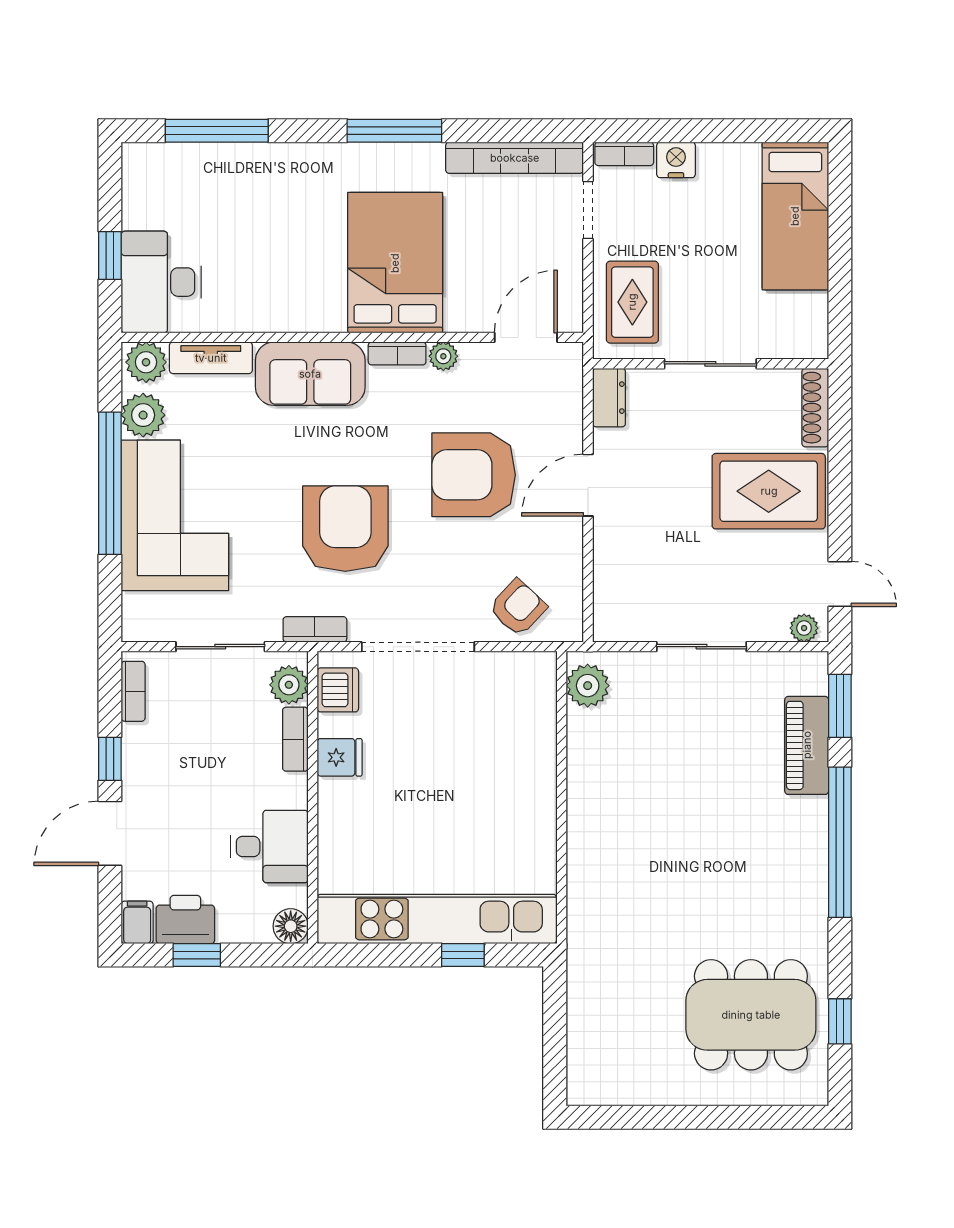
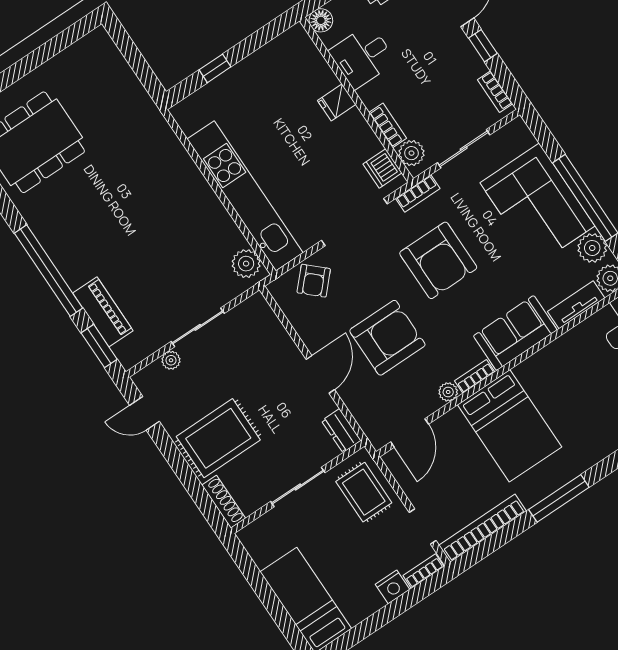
plant: (804, 628) -> (171, 360), moved
fridge: (340, 757) -> (337, 102), moved
kitchen unit: (437, 919) -> (245, 196), moved, turned -90

